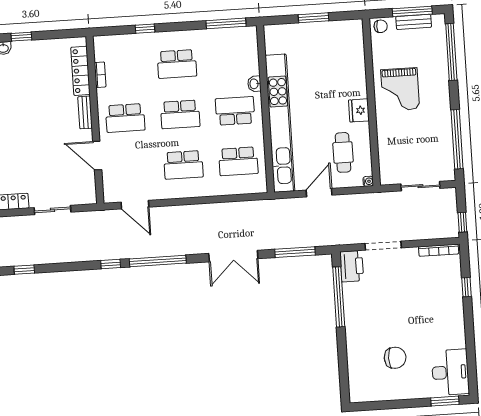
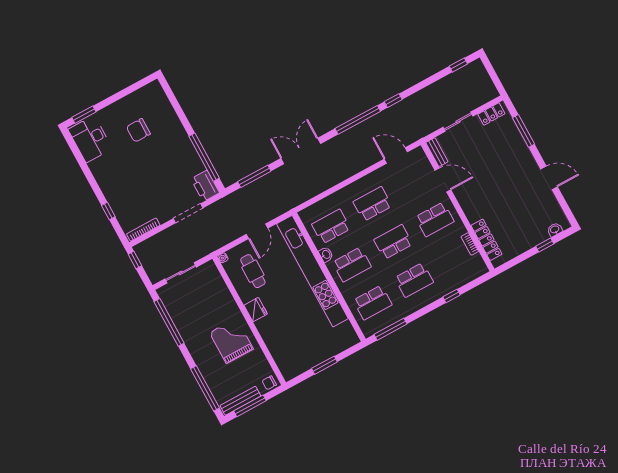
bench: (414, 22) -> (240, 401), width x1.36
school desk: (232, 60) -> (373, 303), added
school desk: (177, 64) -> (414, 280), turned 180
washbasin: (254, 84) -> (326, 255), moved
bench: (85, 112) -> (437, 152), moved
school desk: (125, 118) -> (435, 219), turned 180

